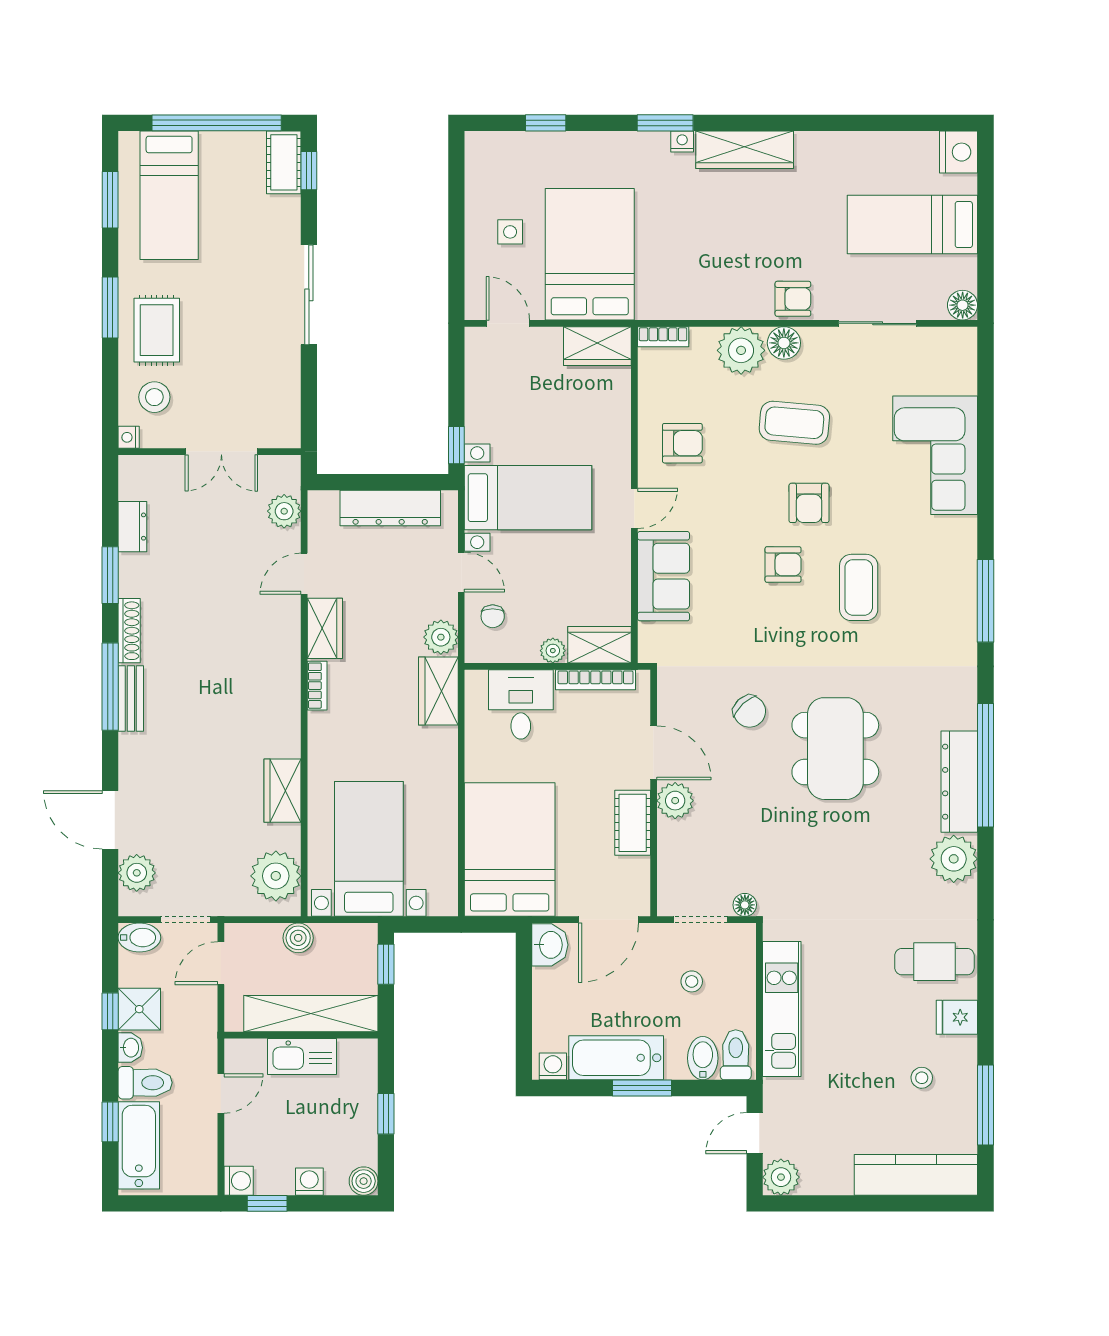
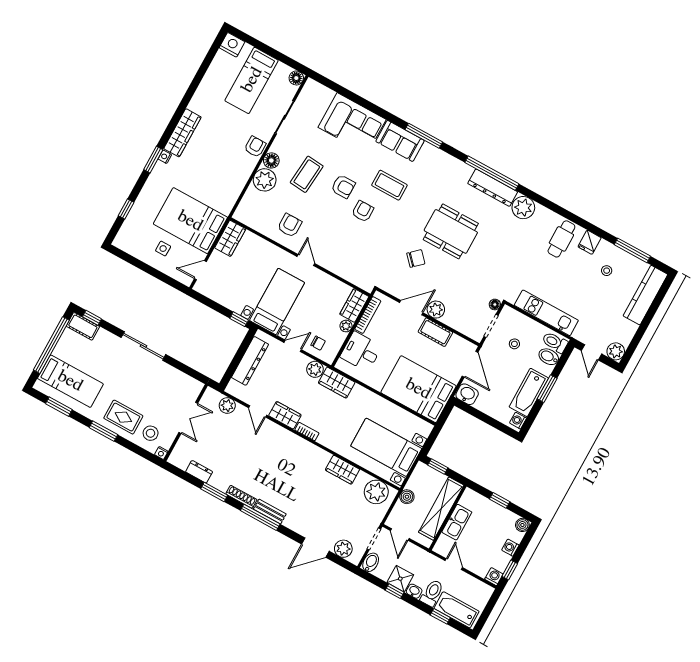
bookcase: (663, 337) -> (241, 209), removed
sofa: (664, 576) -> (400, 141), moved, turned 180

